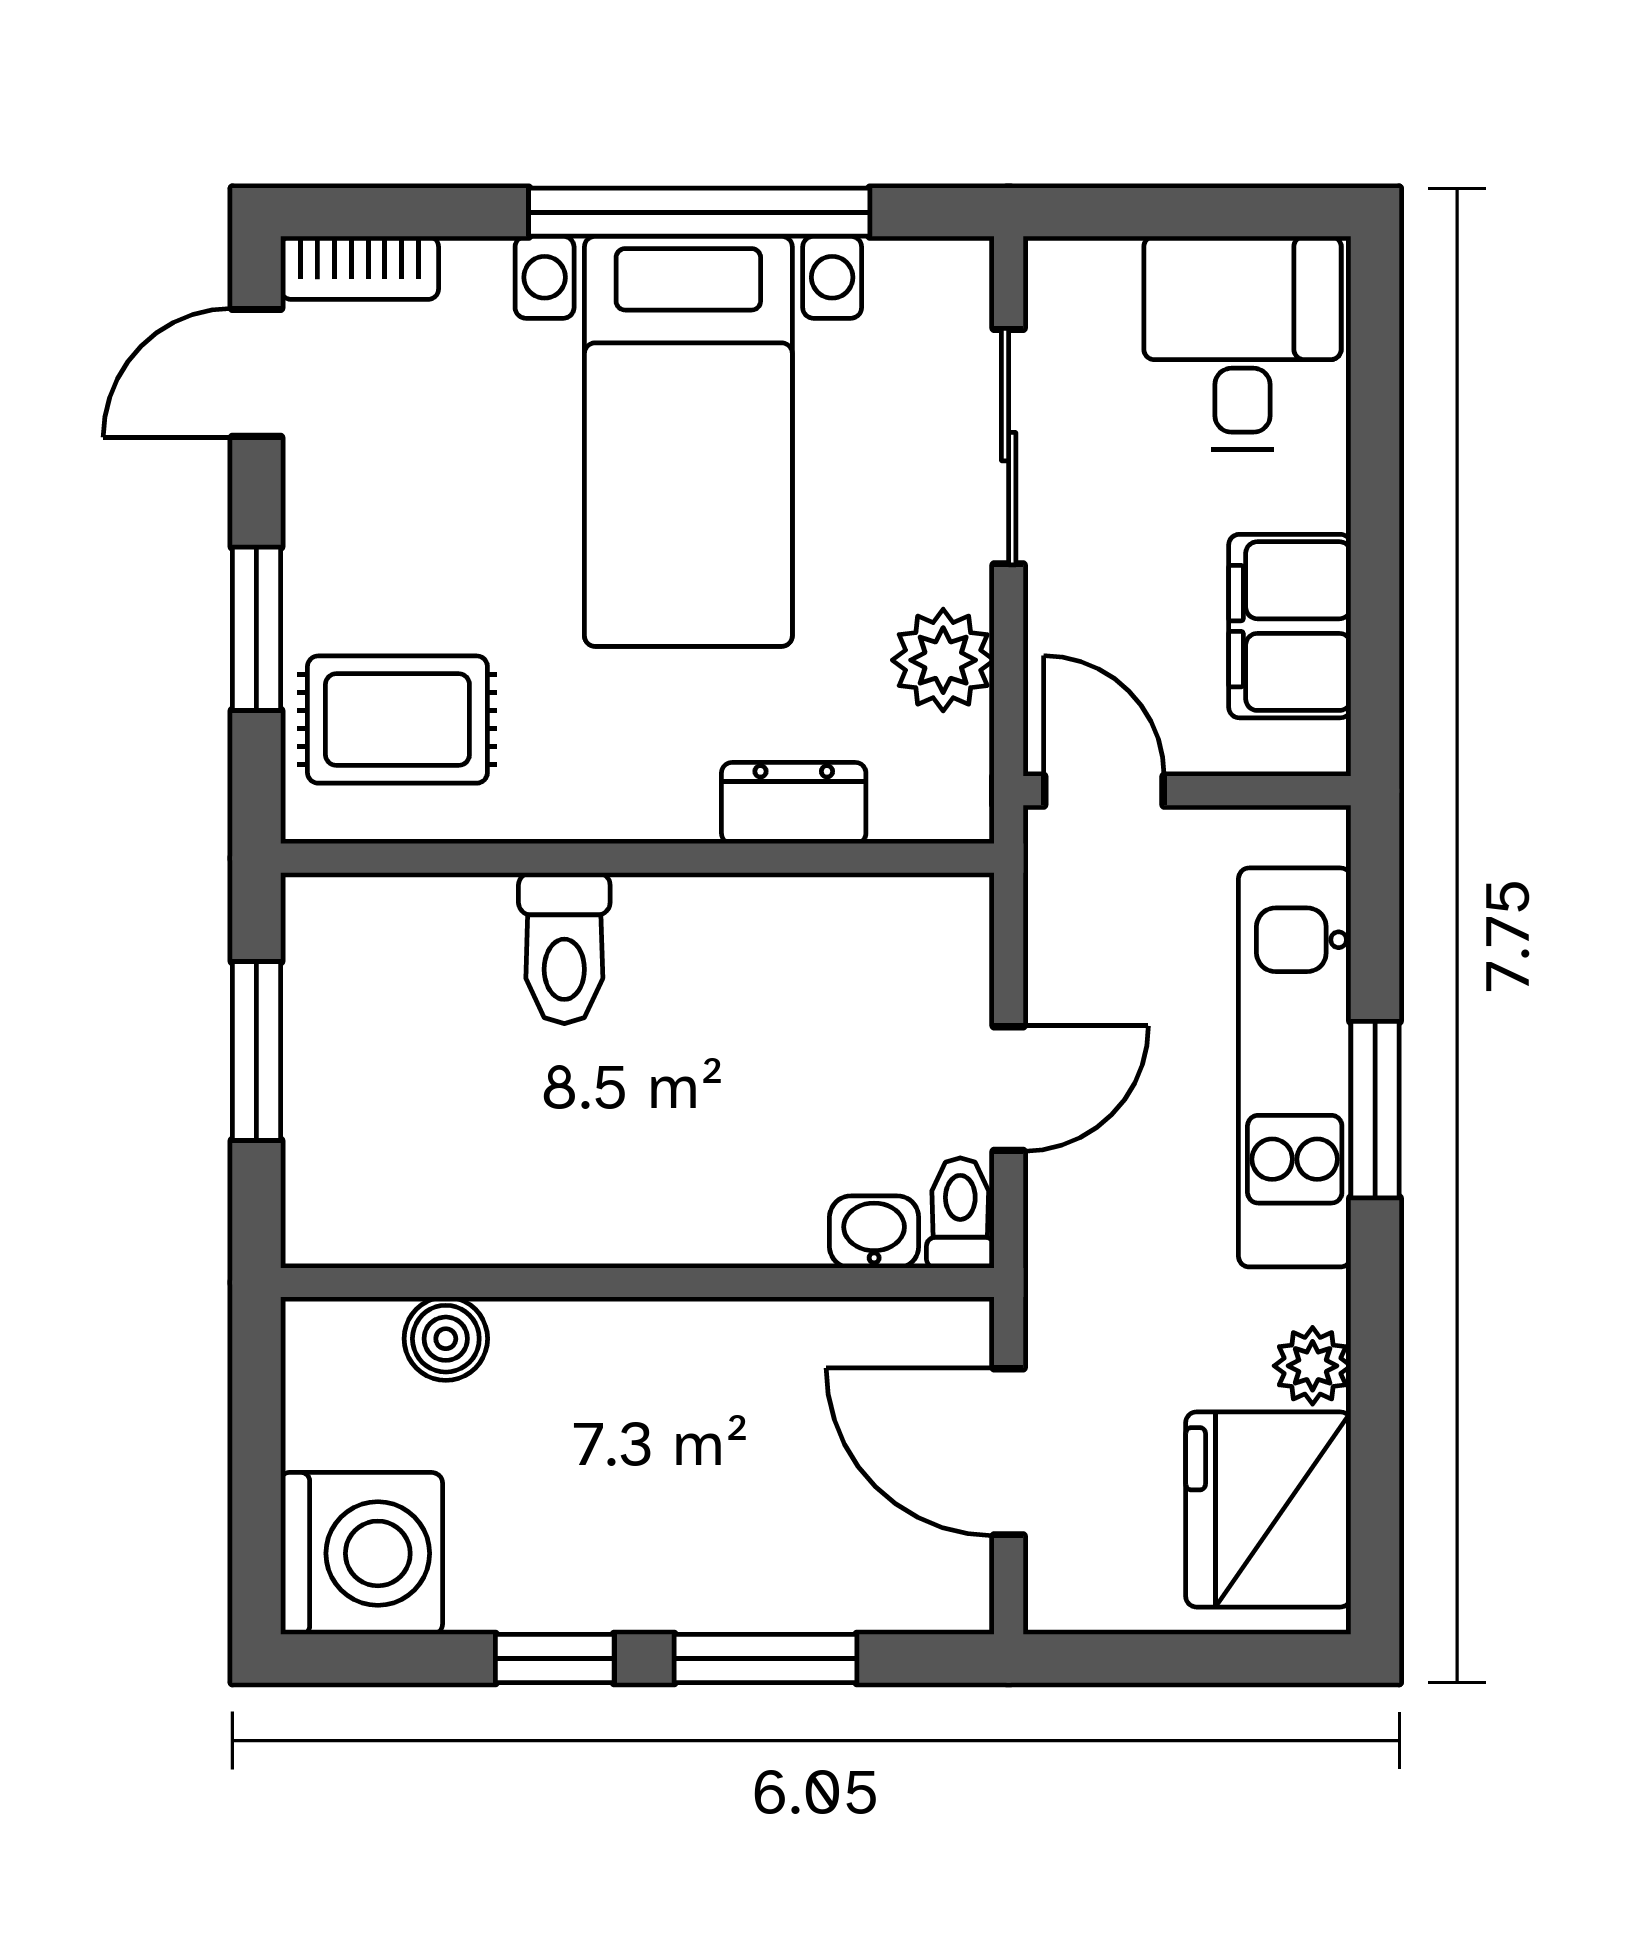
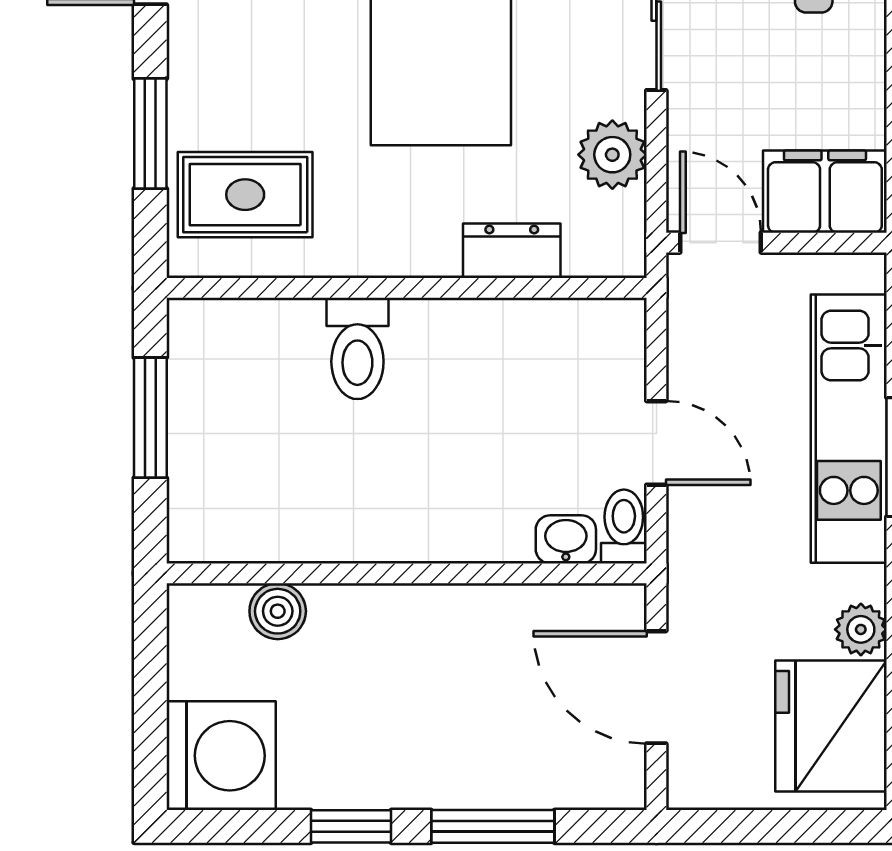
filing cabinet: (1290, 626) -> (825, 192), moved, turned 90
door: (1009, 1089) -> (656, 443), hinge flipped

